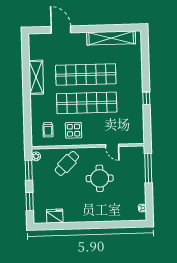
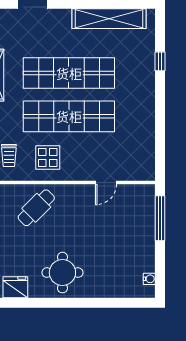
window: (146, 98) -> (160, 61), moved
door: (112, 146) -> (106, 182), hinge flipped
round table: (100, 178) -> (62, 273), moved

